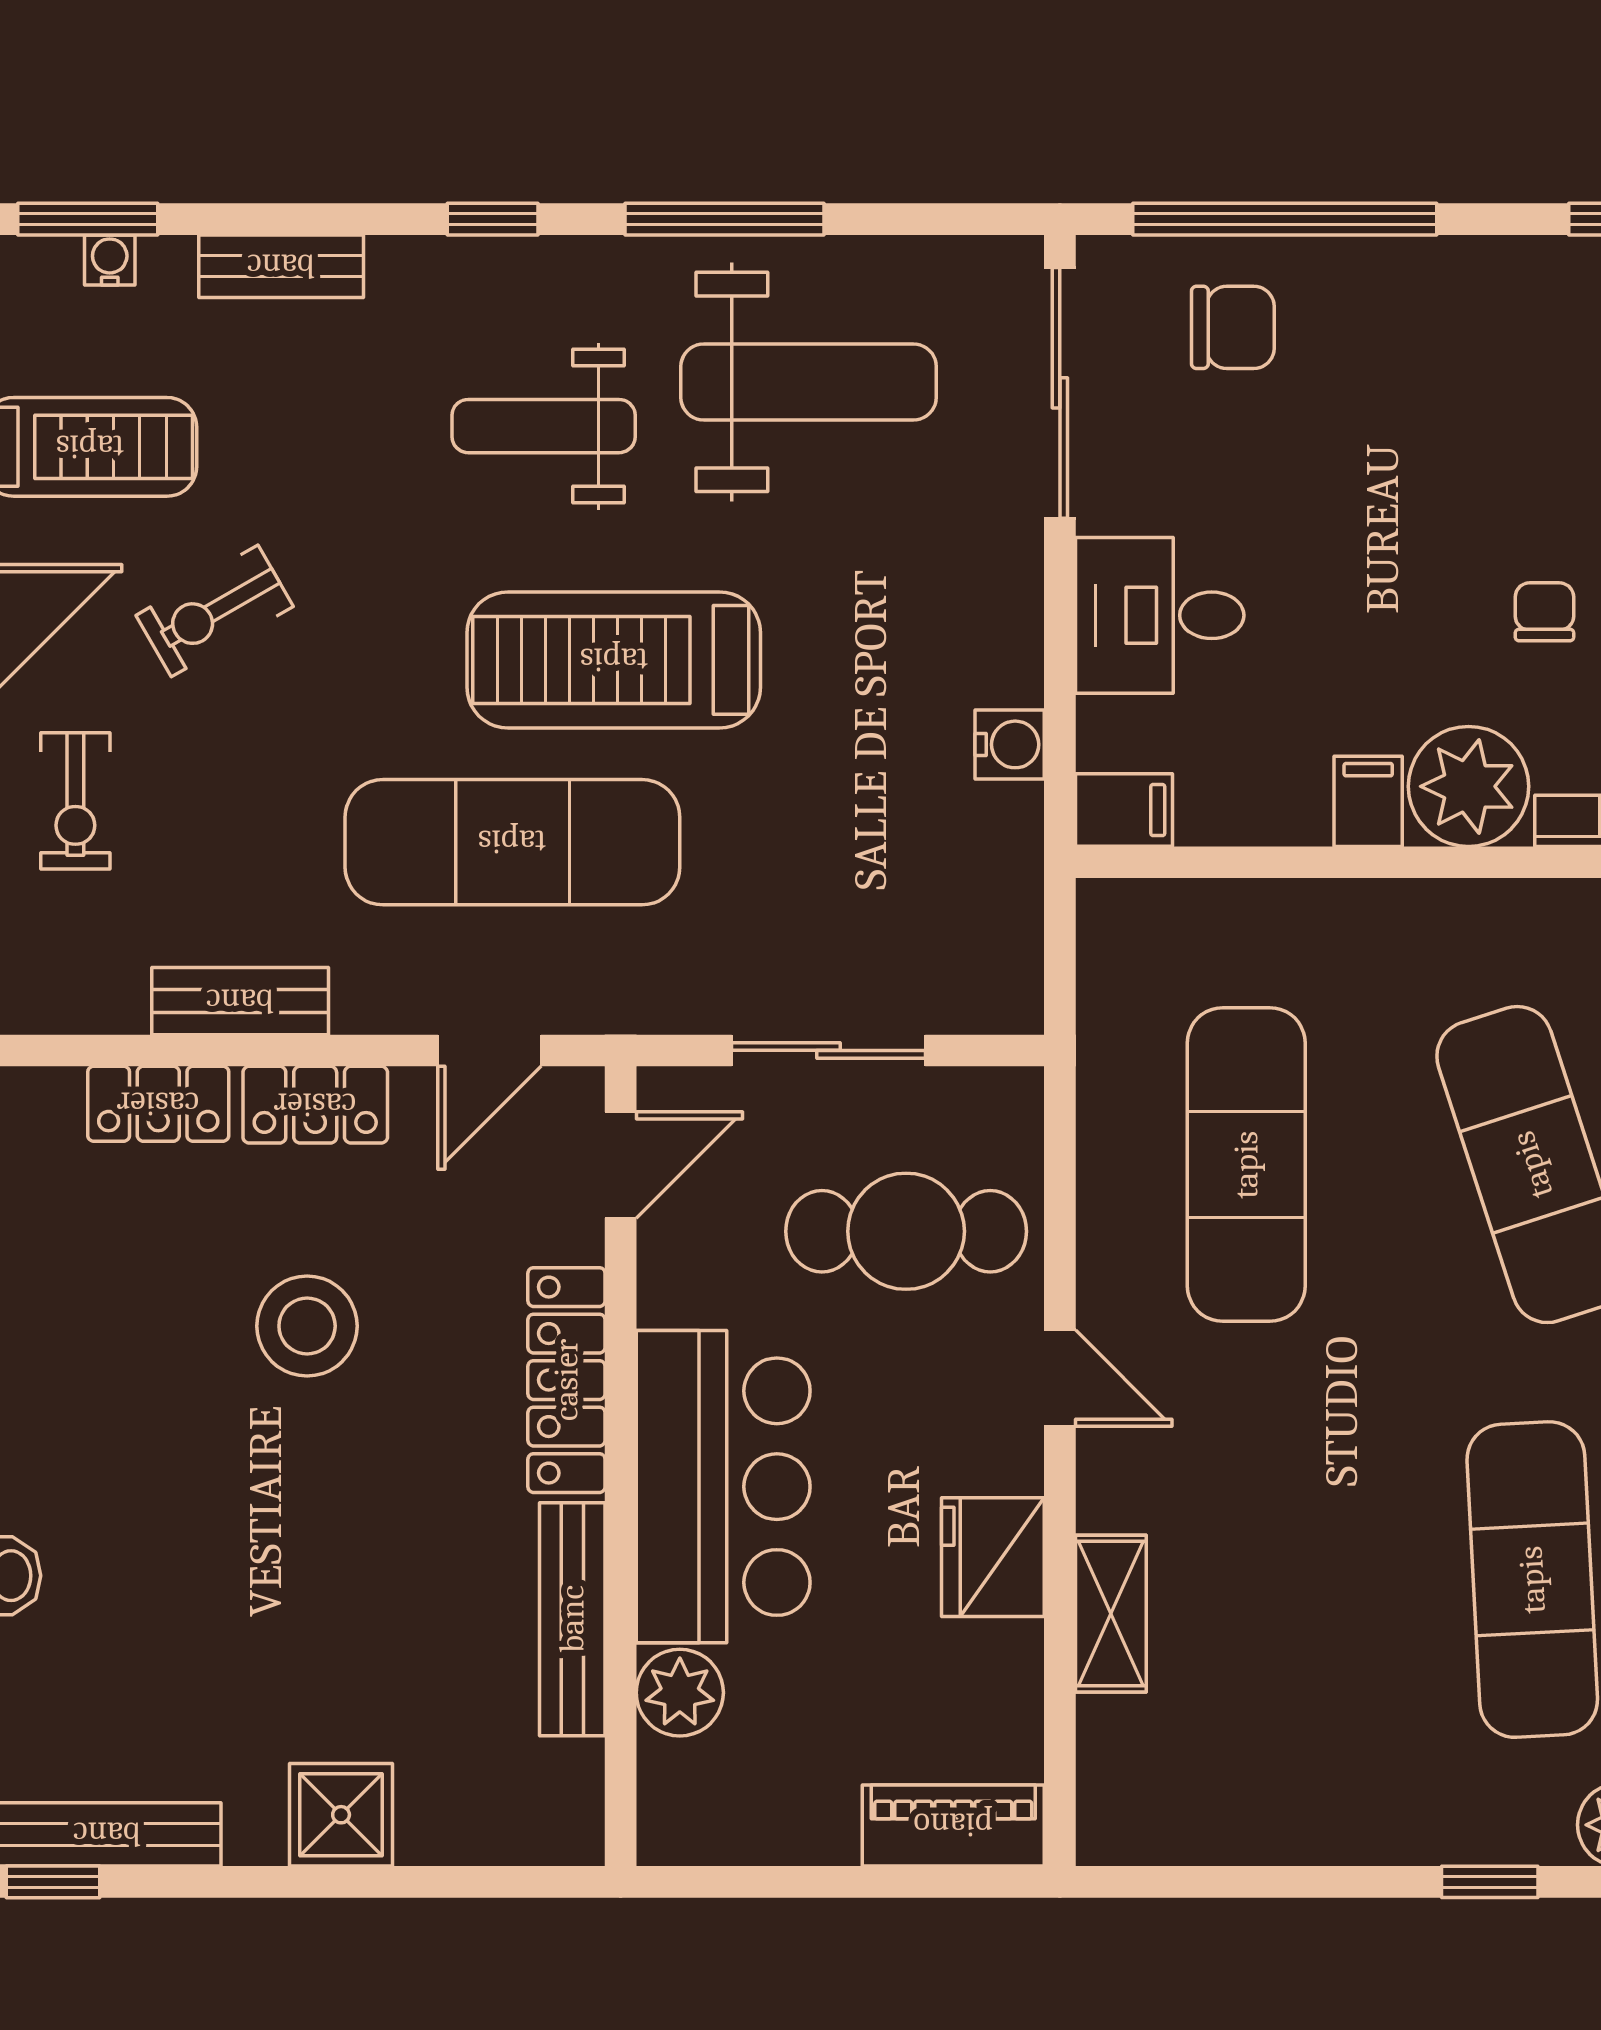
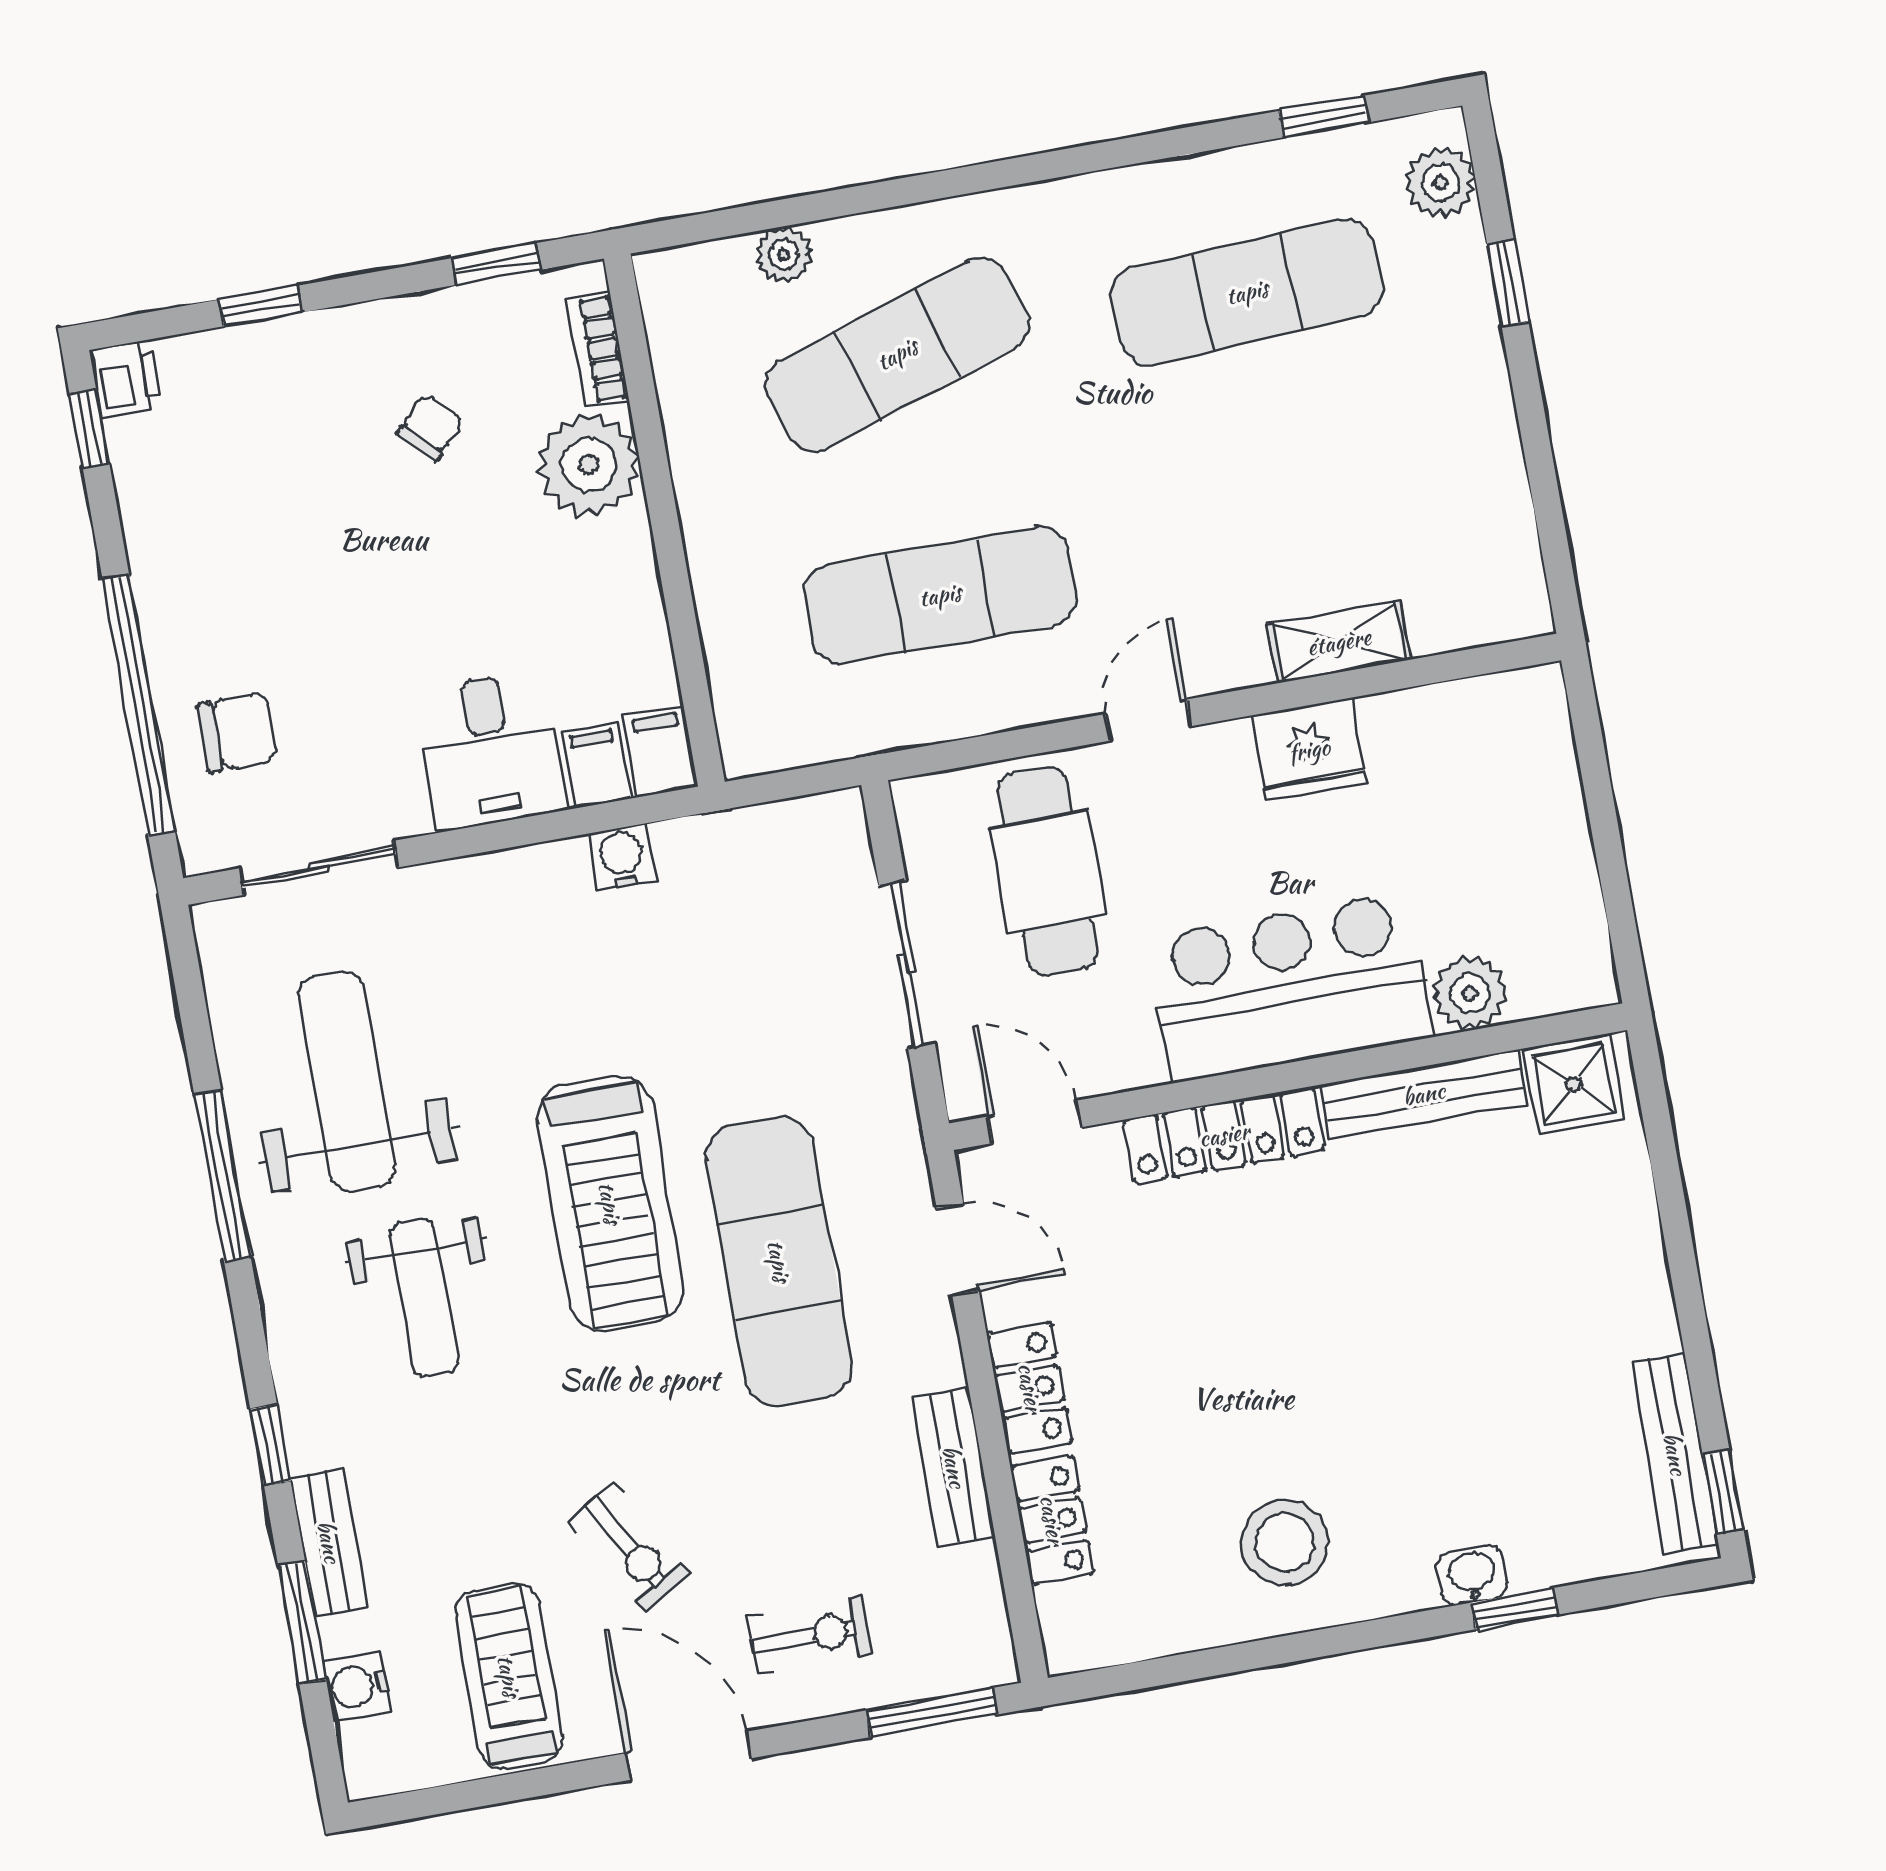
window: (88, 219) -> (302, 1623), moved
window: (493, 219) -> (270, 1445), moved
water cooler: (110, 260) -> (357, 1686), width x1.38, depth x1.38
chair: (1233, 327) -> (237, 732), turned 90
sliding door: (1060, 393) -> (319, 868), width x0.73
chair: (1544, 612) -> (430, 427), turned 134
filing cabinet: (1368, 801) -> (596, 765), moved, turned 90
stool: (307, 1326) -> (1285, 1542), moved
shower: (341, 1815) -> (1574, 1084), moved
piano: (953, 1825) -> (1541, 743), removed

